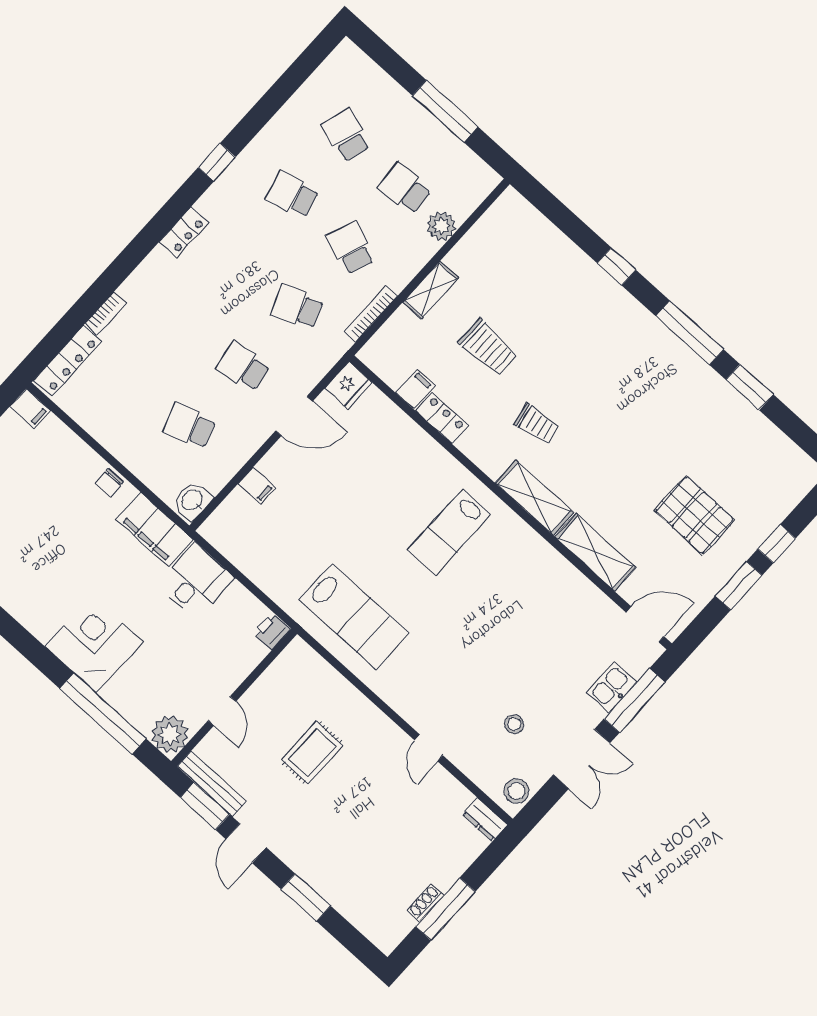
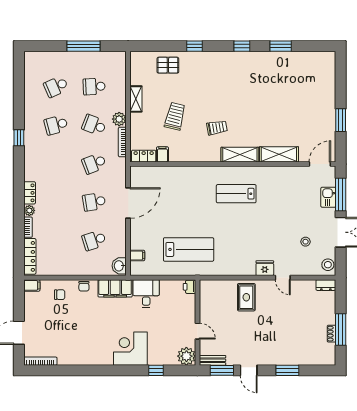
school desk: (346, 135) -> (56, 87), turned -42
plant: (441, 226) -> (119, 119), moved
locker: (184, 232) -> (30, 193), moved
plant: (131, 289) -> (29, 210), added
shelving: (431, 290) -> (136, 99), moved
window: (690, 333) -> (242, 46), width x0.46
trolley: (488, 348) -> (175, 116), turned -76
fridge: (348, 385) -> (265, 268), moved, turned -90
door: (294, 416) -> (128, 203), width x1.36
locker: (442, 418) -> (144, 156), moved
chair: (60, 462) -> (60, 295), added
filing cabinet: (257, 486) -> (137, 255), moved
pallet: (695, 515) -> (168, 65), moved, width x0.67, depth x0.71
lab bench: (449, 532) -> (236, 194), moved, turned 90
window: (777, 544) -> (341, 93), removed
lab bench: (354, 616) -> (189, 249), moved
window: (103, 714) -> (156, 370), width x0.32
rug: (312, 753) -> (246, 297), moved
bench: (212, 784) -> (212, 360), width x0.73

